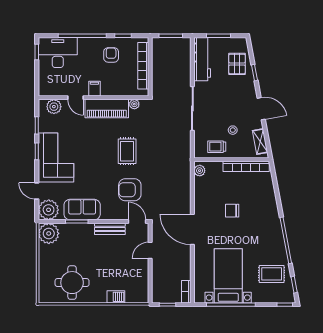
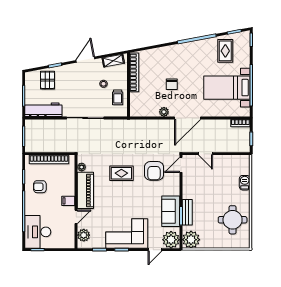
pallet: (237, 64) -> (48, 80), turned 90
plant: (200, 171) -> (164, 112), moved
bench: (110, 229) -> (187, 212), moved

